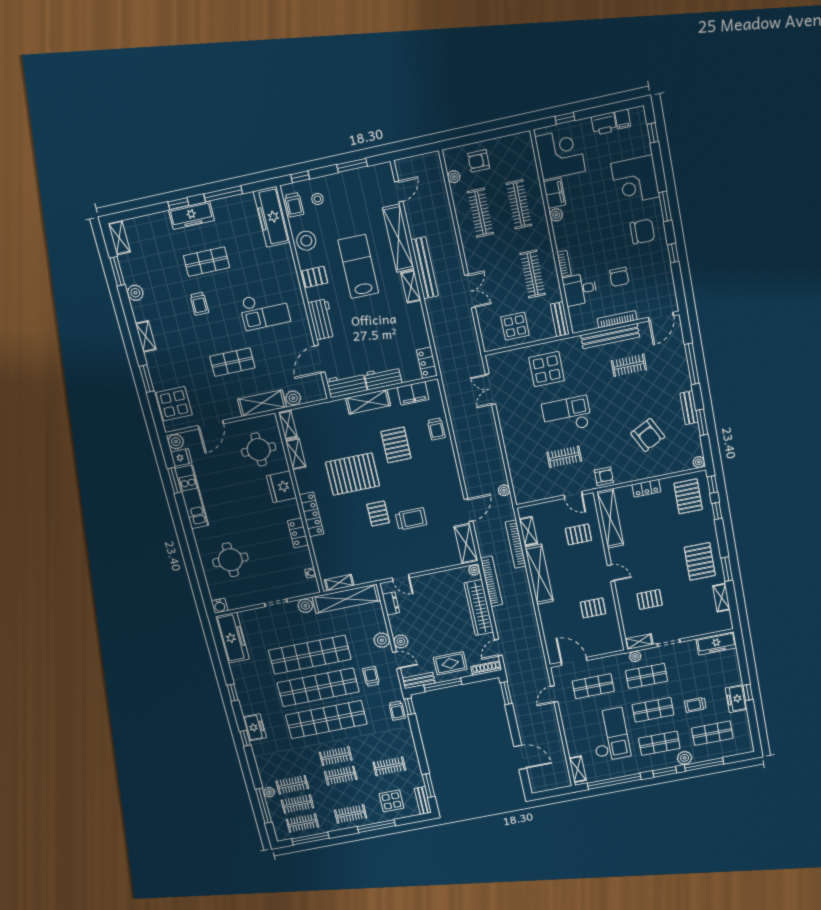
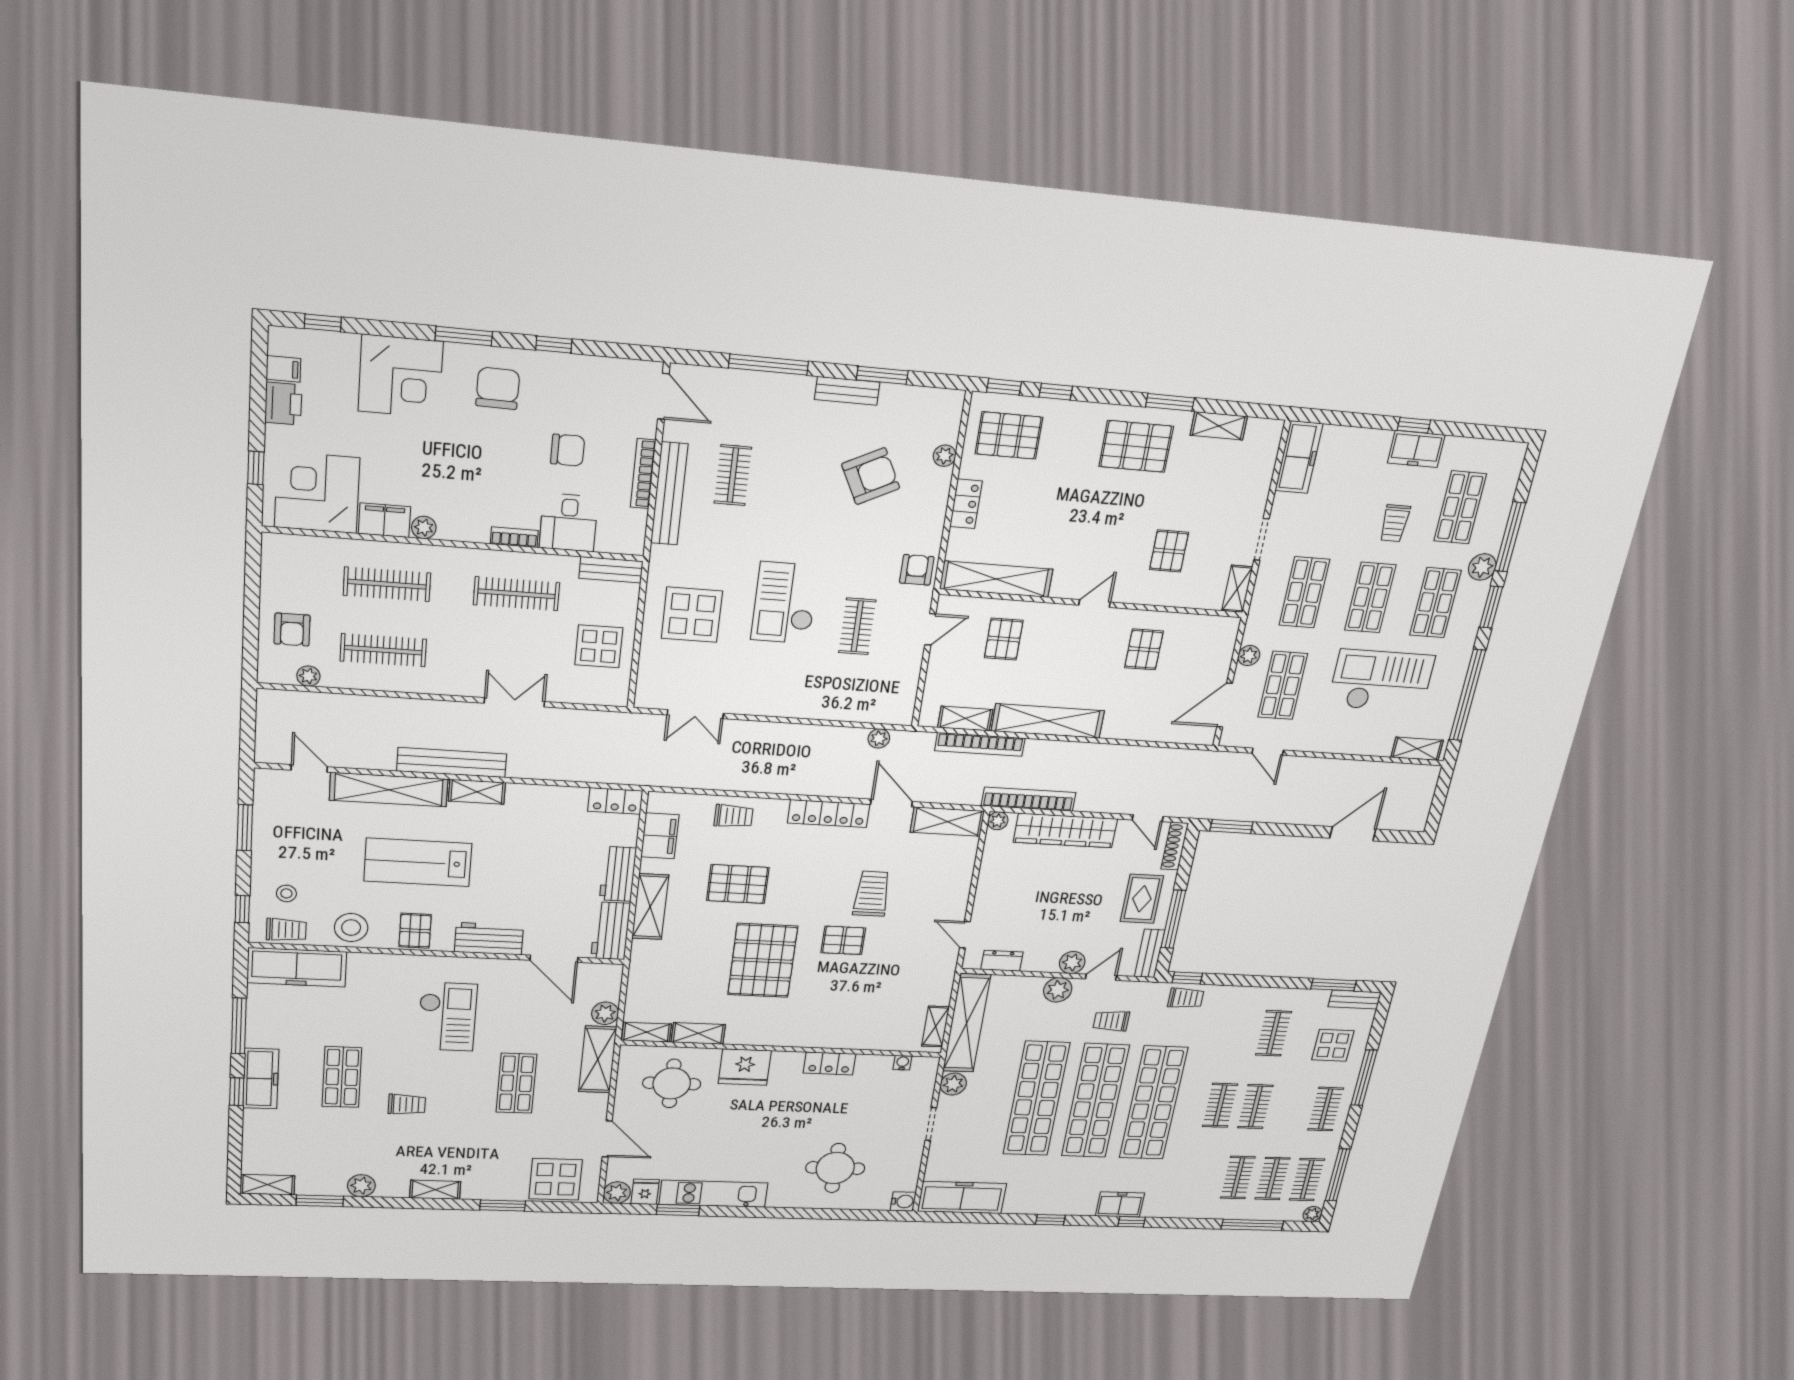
plant: (699, 462) -> (945, 456), moved
locker: (311, 514) -> (829, 814), moved, turned 180
door: (401, 578) -> (965, 935), swing flipped
plant: (635, 656) -> (1249, 656), moved
plant: (269, 792) -> (1312, 1214), moved

